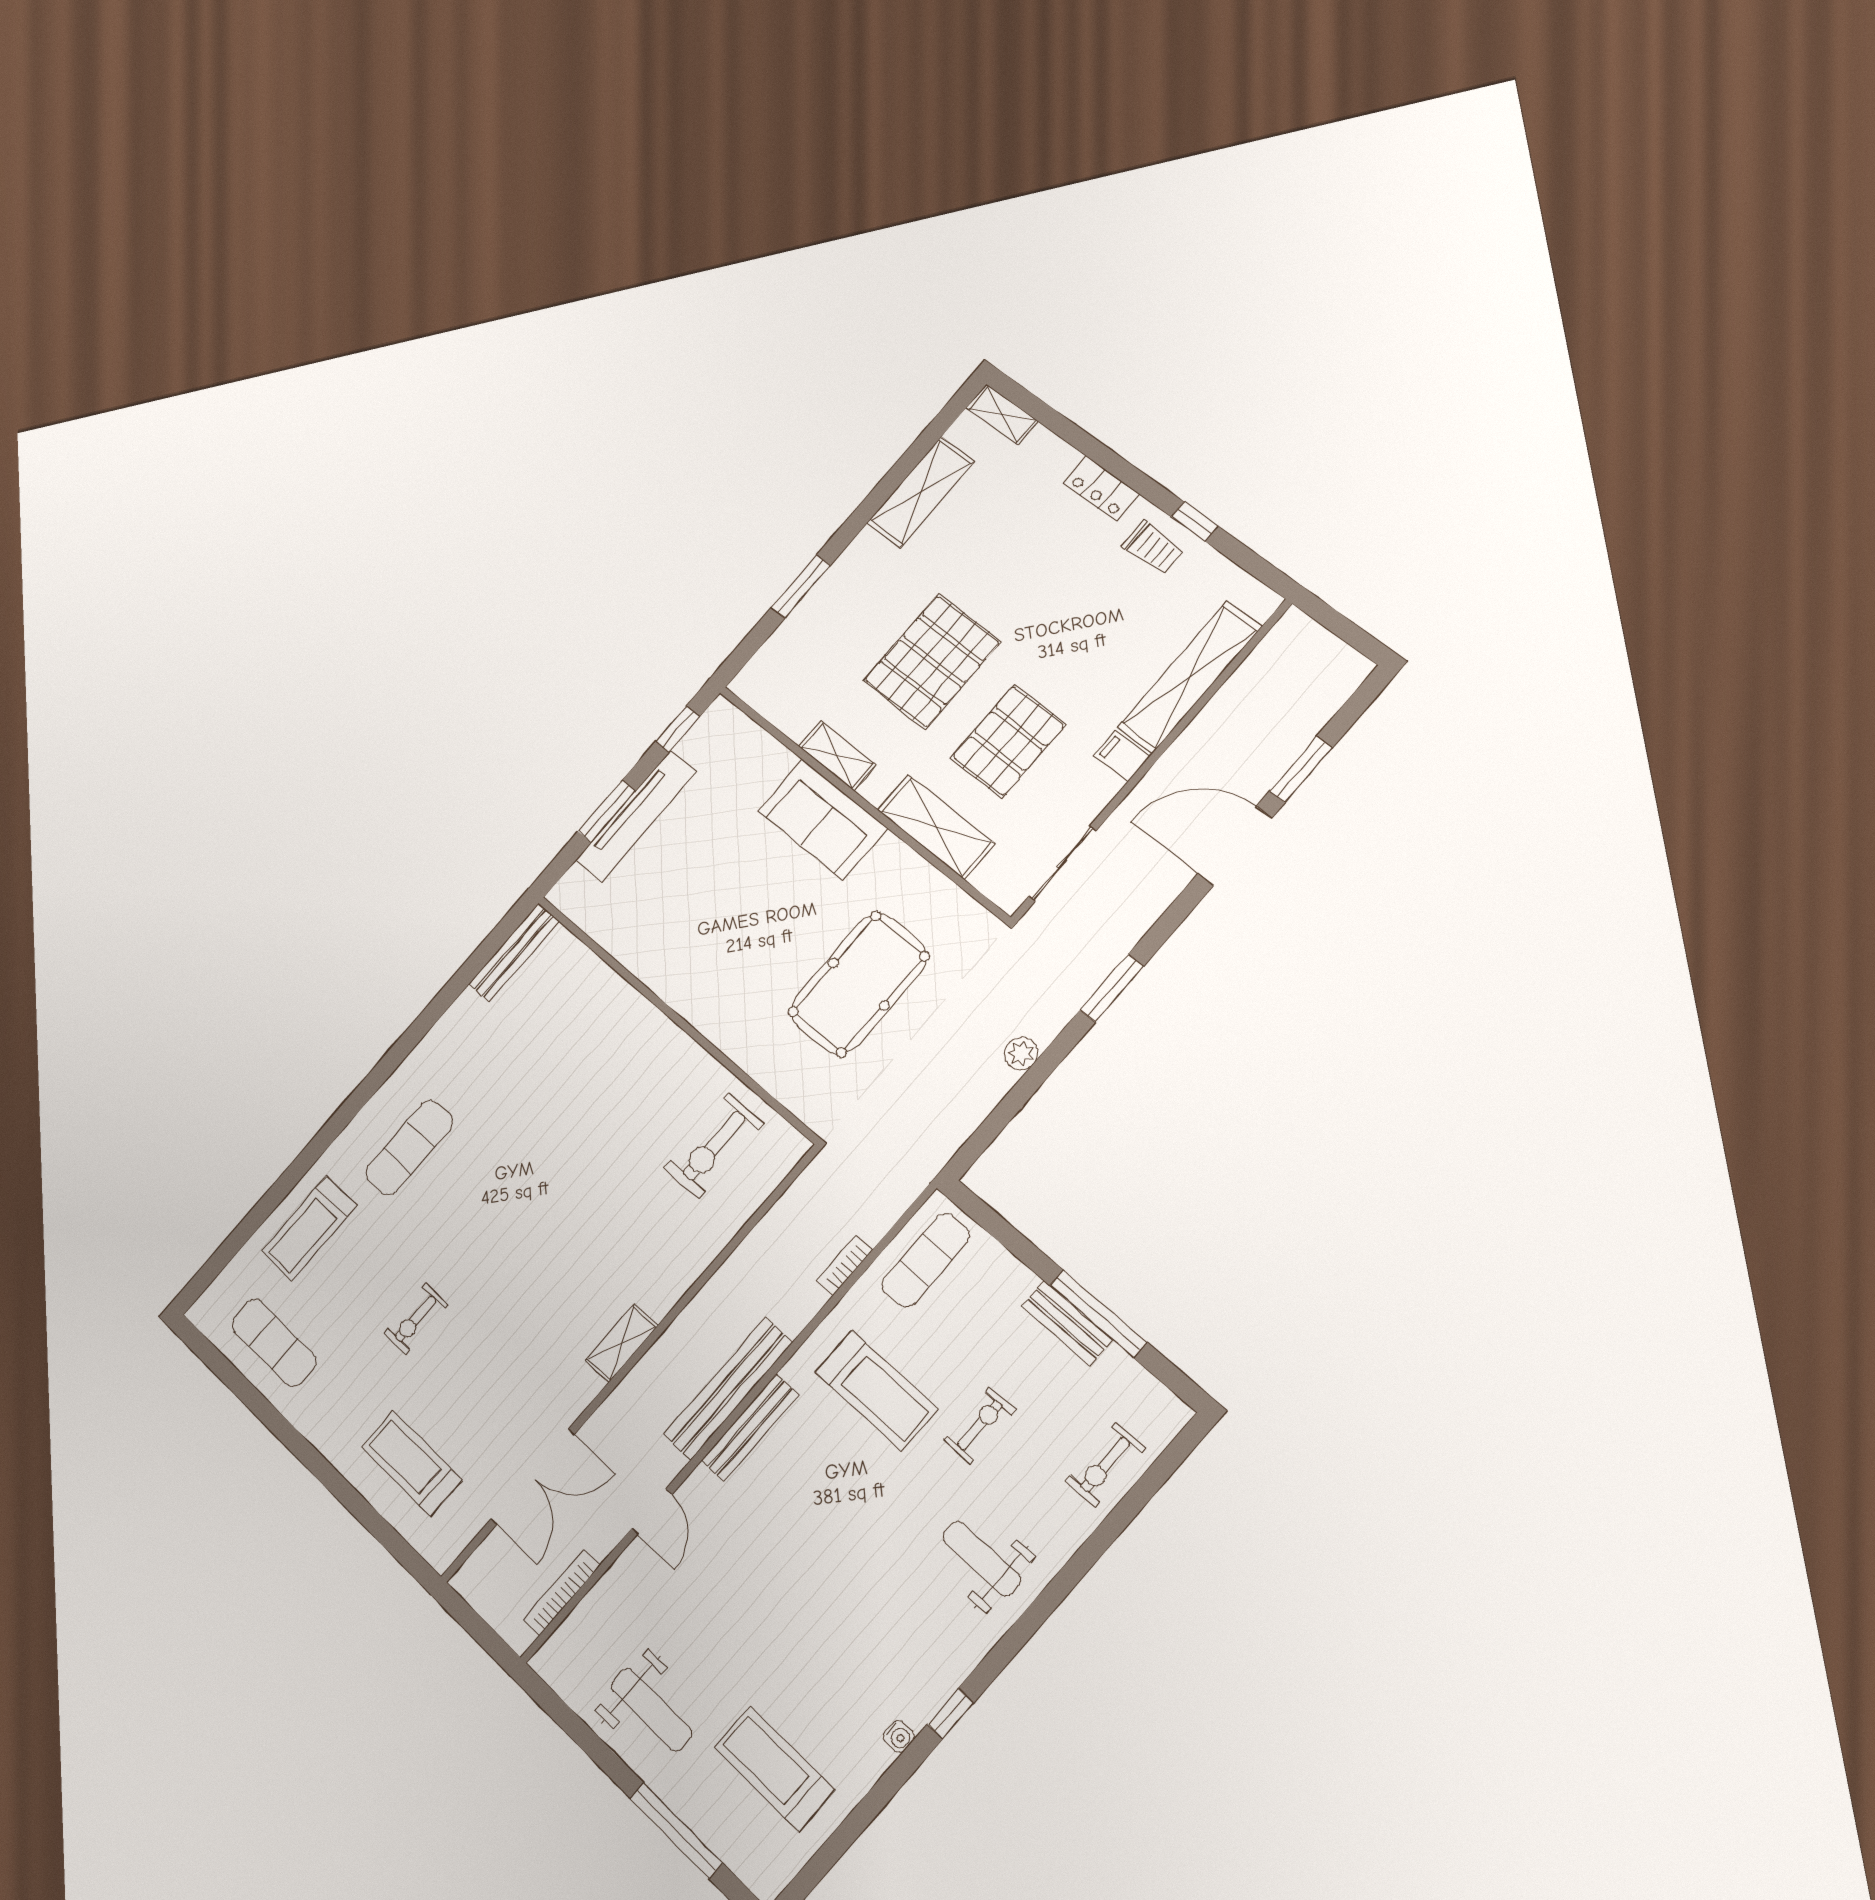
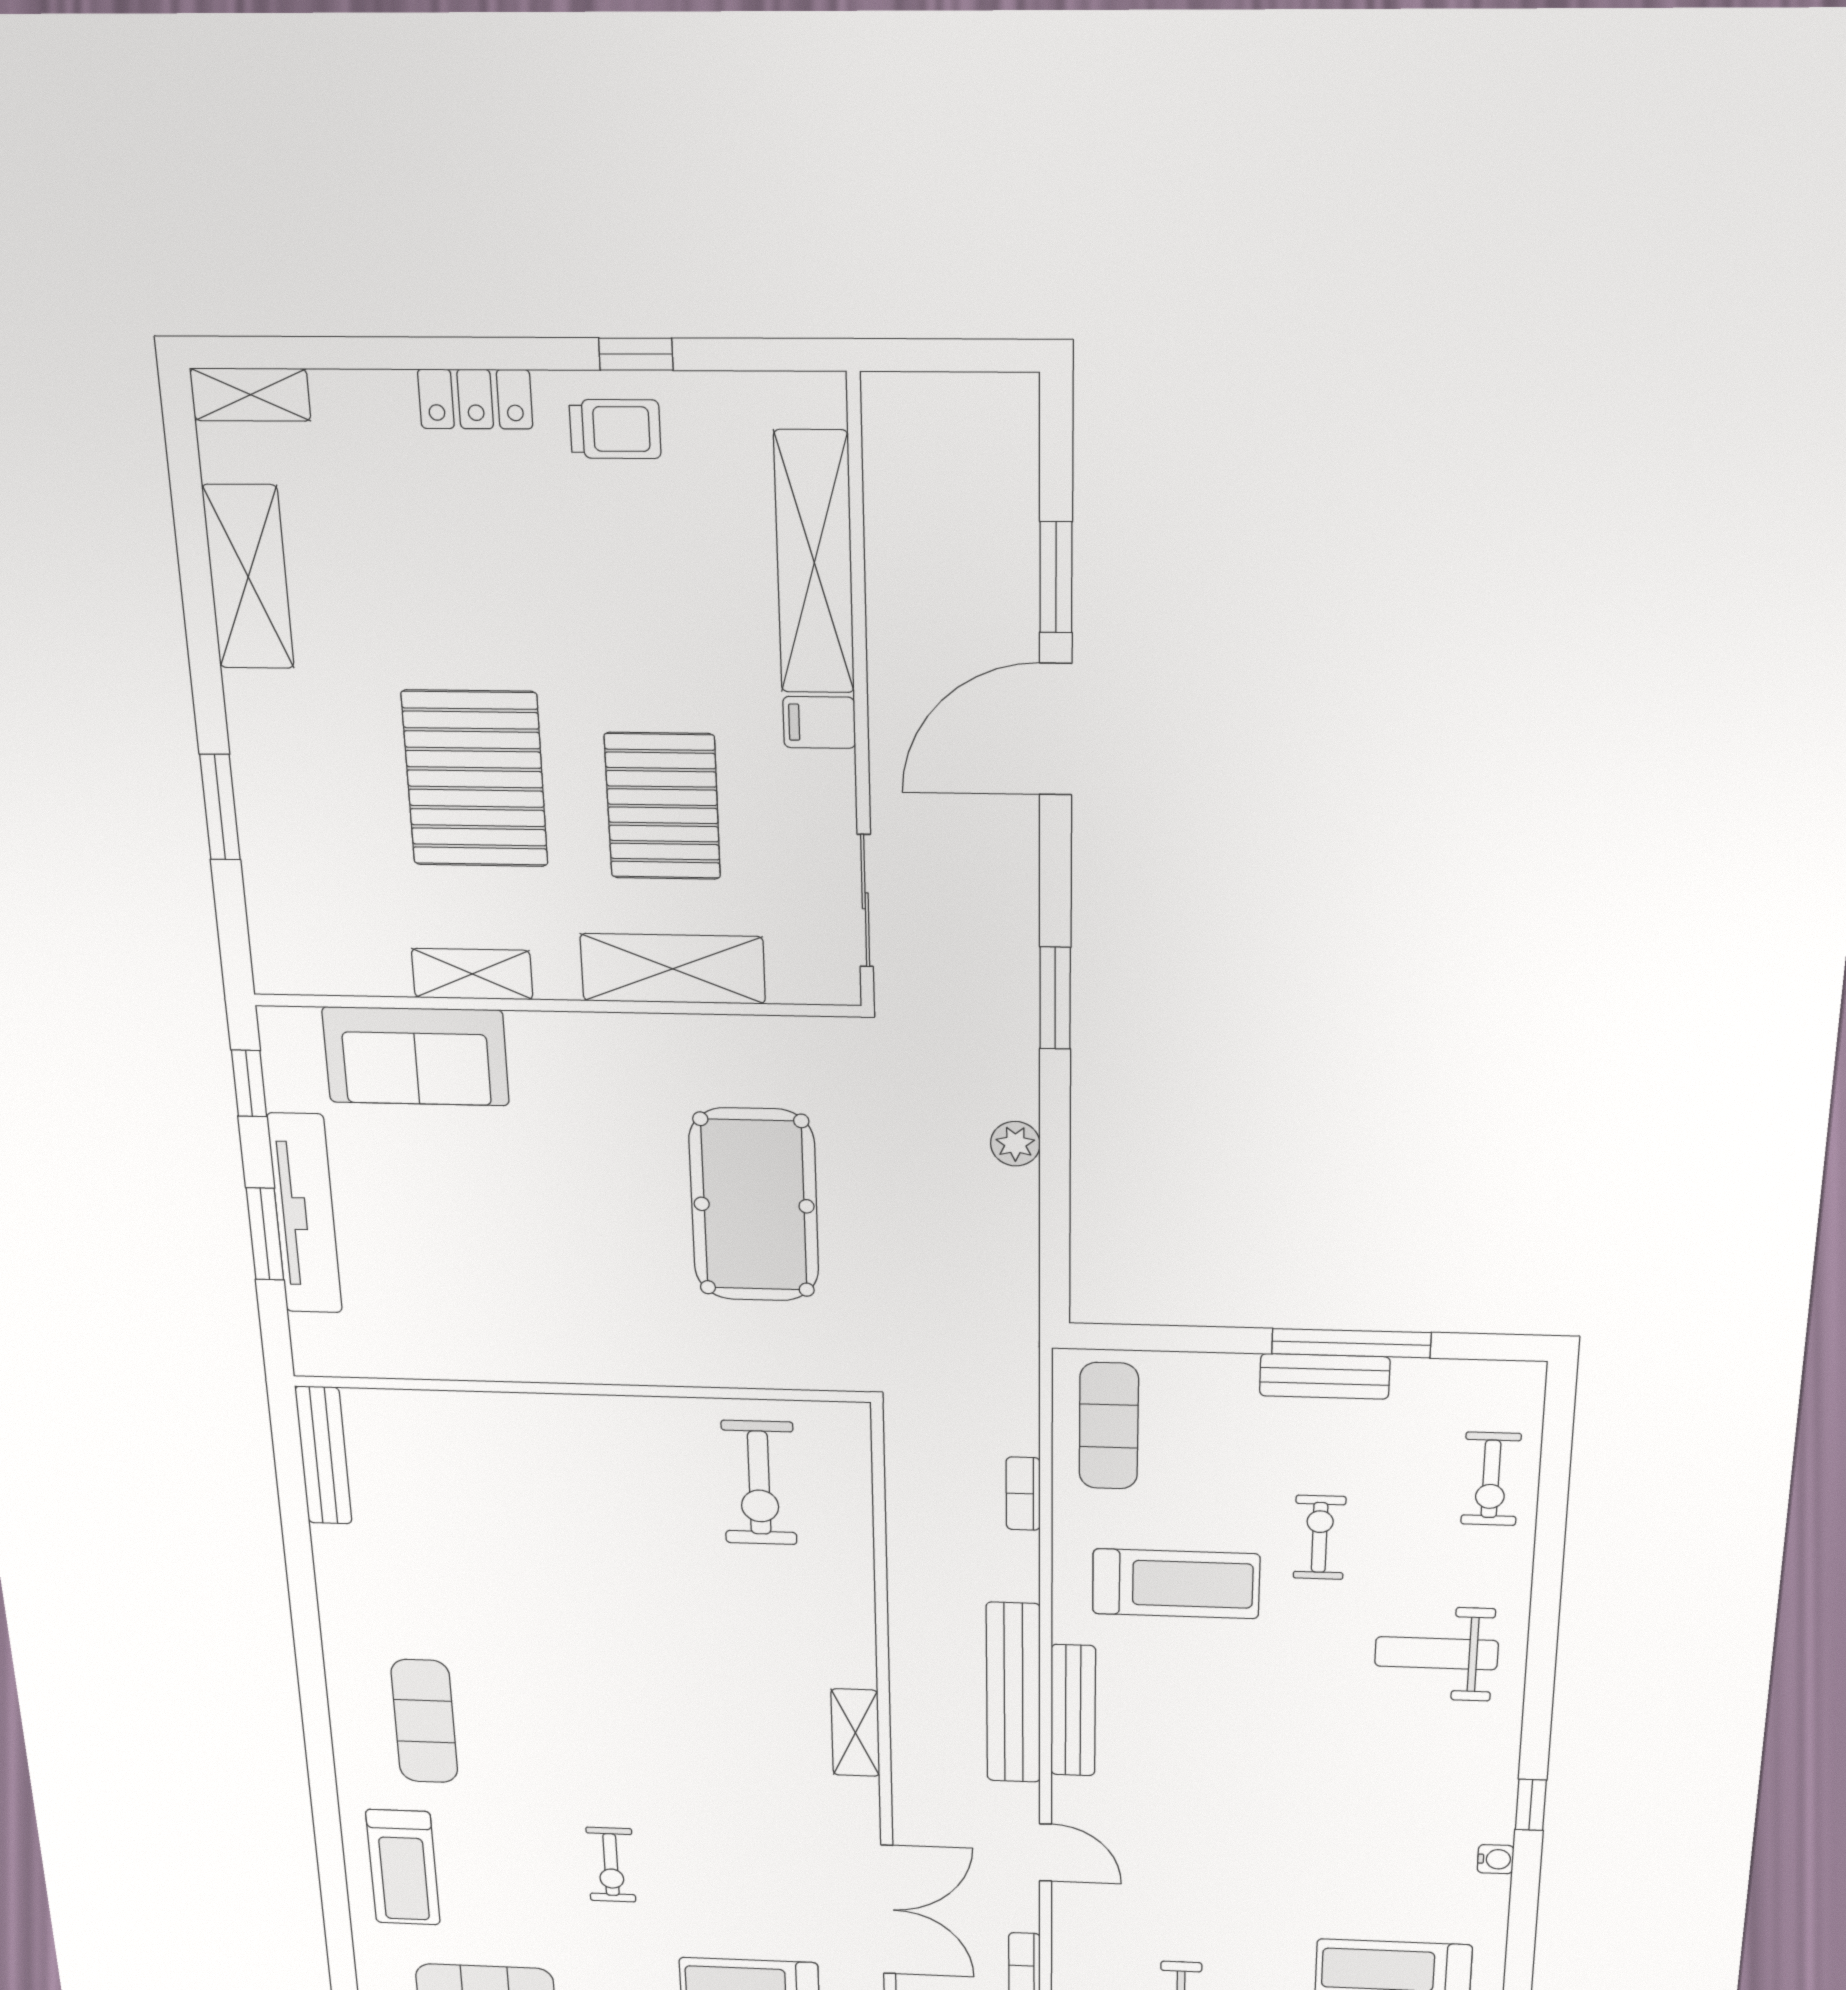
sofa: (822, 819) -> (416, 1056), moved

